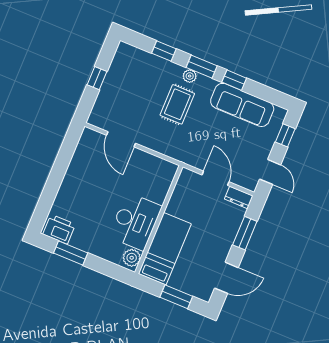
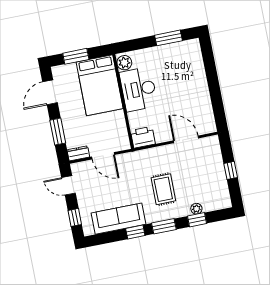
plant: (190, 76) -> (196, 209), moved
printer: (59, 229) -> (143, 137), moved, turned 180
bed: (165, 249) -> (100, 85), width x1.50

